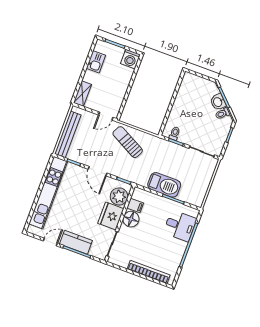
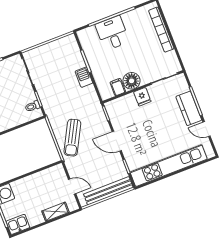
kitchen sink: (96, 62) -> (18, 224), moved
shelving: (82, 94) -> (55, 212), moved
door: (106, 116) -> (72, 187), moved
door: (98, 171) -> (117, 141), swing flipped
barbecue: (164, 185) -> (84, 77), width x0.53, depth x0.65
plant: (119, 196) -> (122, 106), removed
fridge: (111, 216) -> (142, 97), width x0.53, depth x0.75
desk: (180, 226) -> (112, 33), moved

